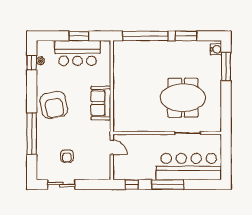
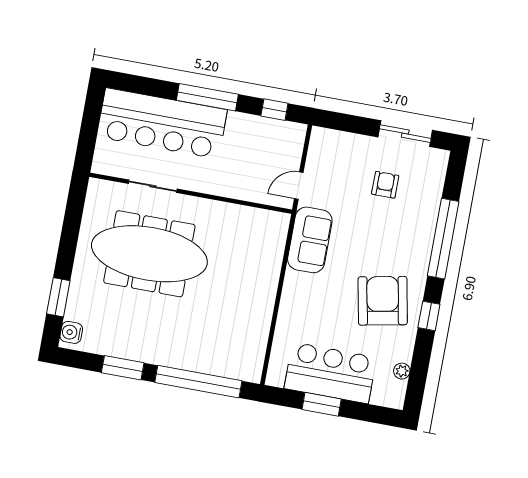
window: (32, 63) -> (429, 316), moved
window: (226, 66) -> (58, 297), width x0.69
meeting table: (183, 98) -> (149, 254), width x1.36
sofa: (101, 103) -> (310, 240), moved
armchair: (54, 105) -> (383, 301), moved
door: (112, 147) -> (299, 186), hinge flipped

